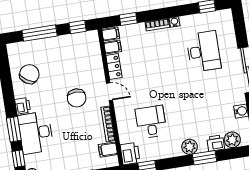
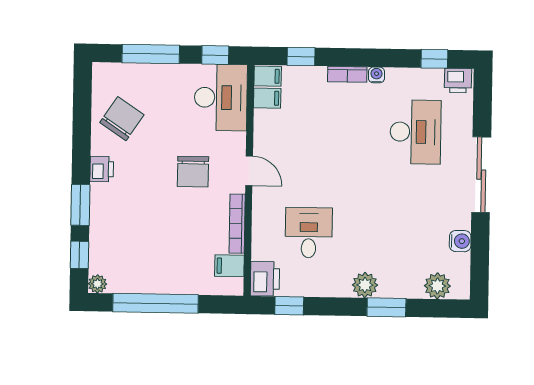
locker: (114, 66) -> (264, 131), removed
desk: (36, 133) -> (221, 98), moved, turned 180
printer: (216, 143) -> (458, 81), moved, turned 180

